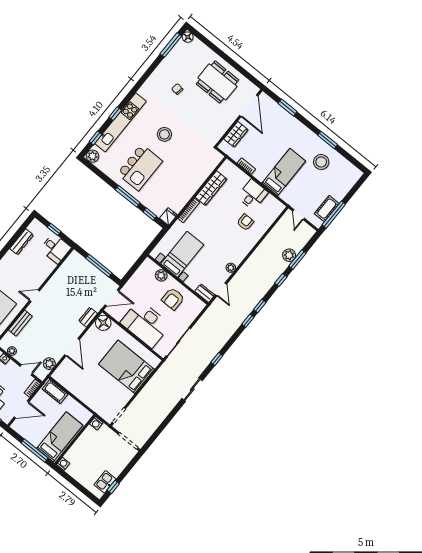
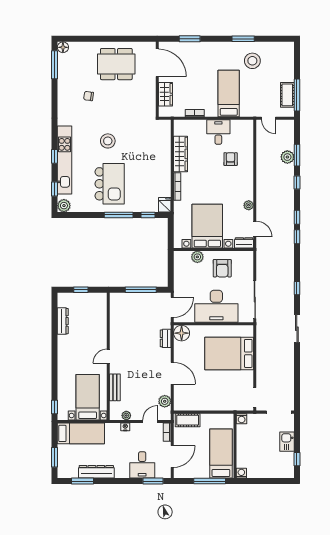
desk: (55, 248) -> (94, 304), removed
bed with nightstands: (182, 254) -> (207, 226), width x1.36
kitchen sink: (105, 482) -> (287, 442), moved

